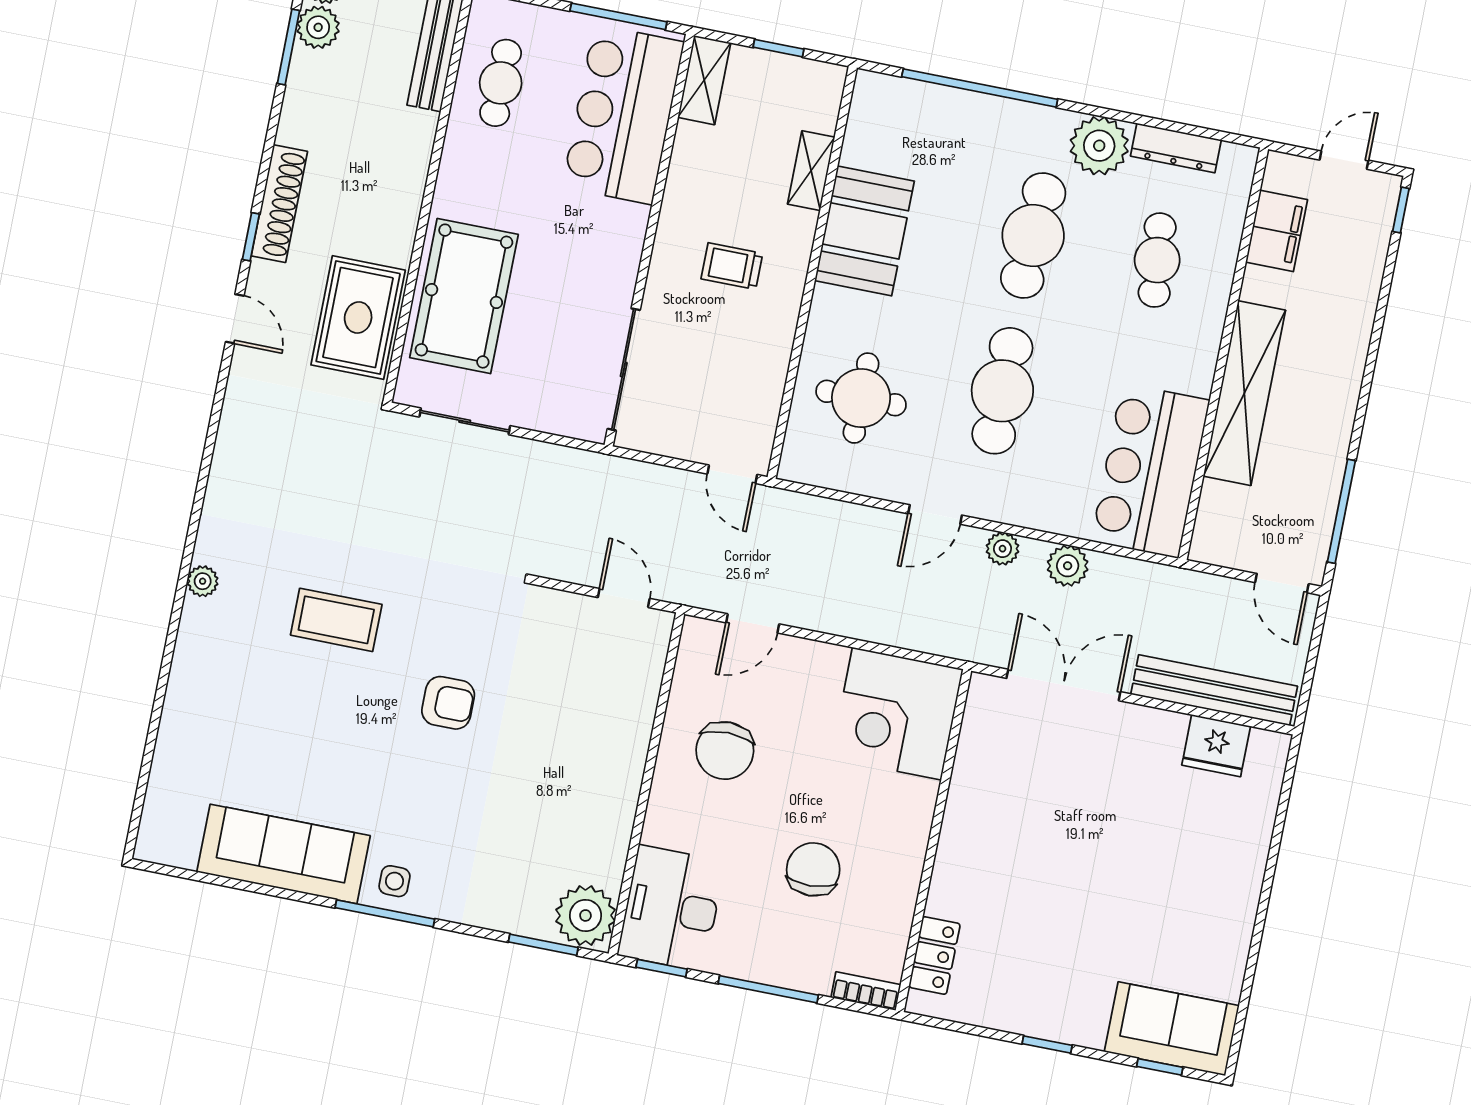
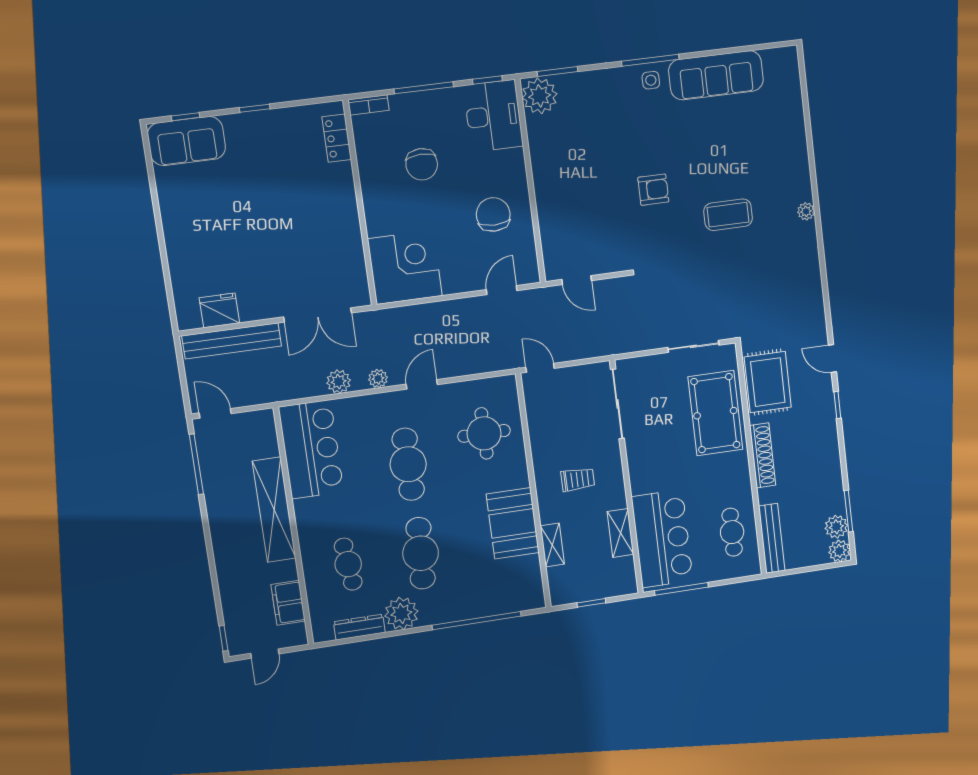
shelving: (704, 80) -> (620, 533), moved
shoe rack: (279, 204) -> (763, 455), moved, turned 180
armchair: (448, 703) -> (653, 190), turned 180

